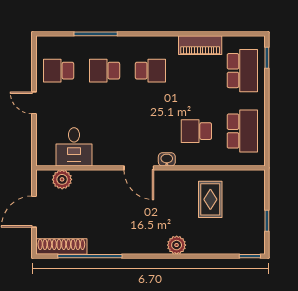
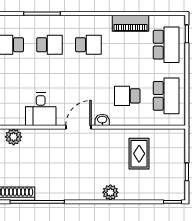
school desk: (105, 71) -> (49, 45), turned 180
desk: (74, 147) -> (41, 109), moved
door: (139, 168) -> (79, 127), swing flipped

